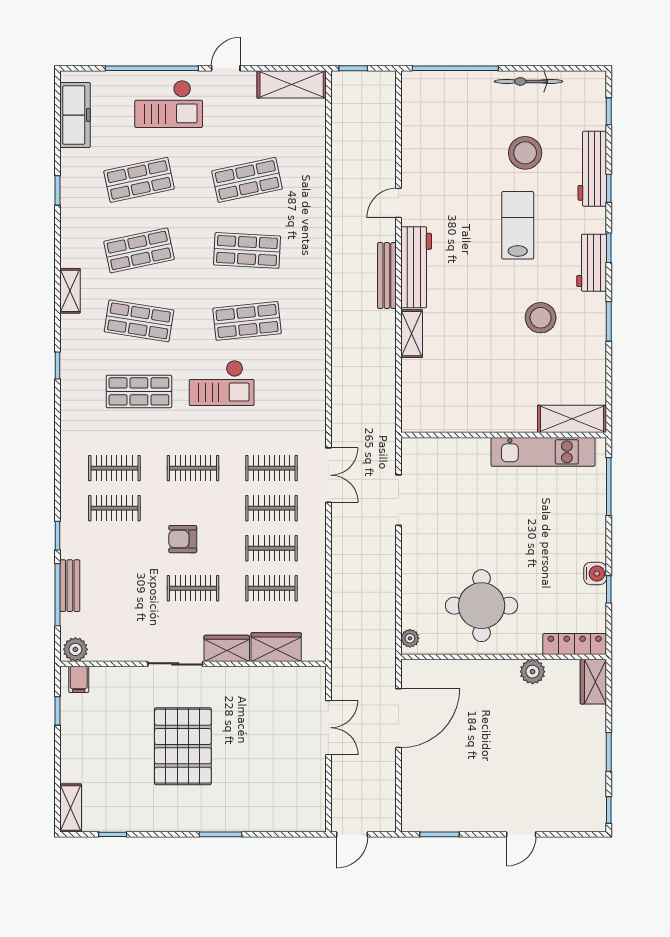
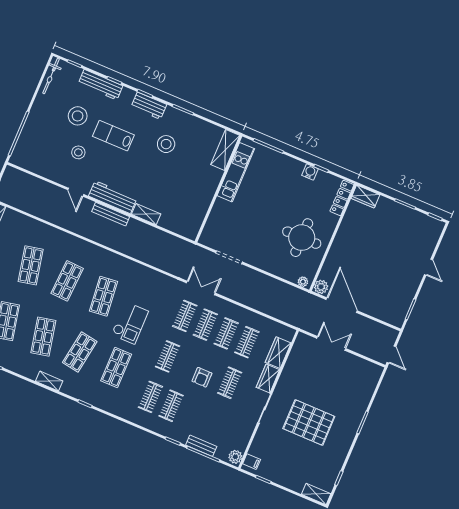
bicycle: (528, 81) -> (51, 76), moved
stool: (466, 180) -> (78, 152), added
plant: (533, 672) -> (321, 287), moved

